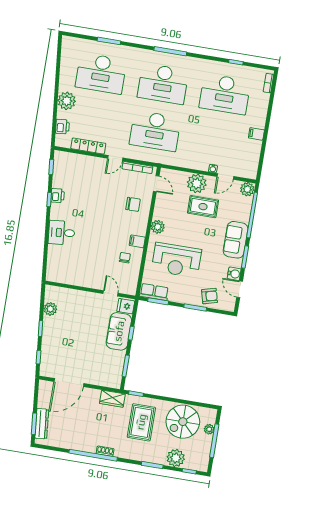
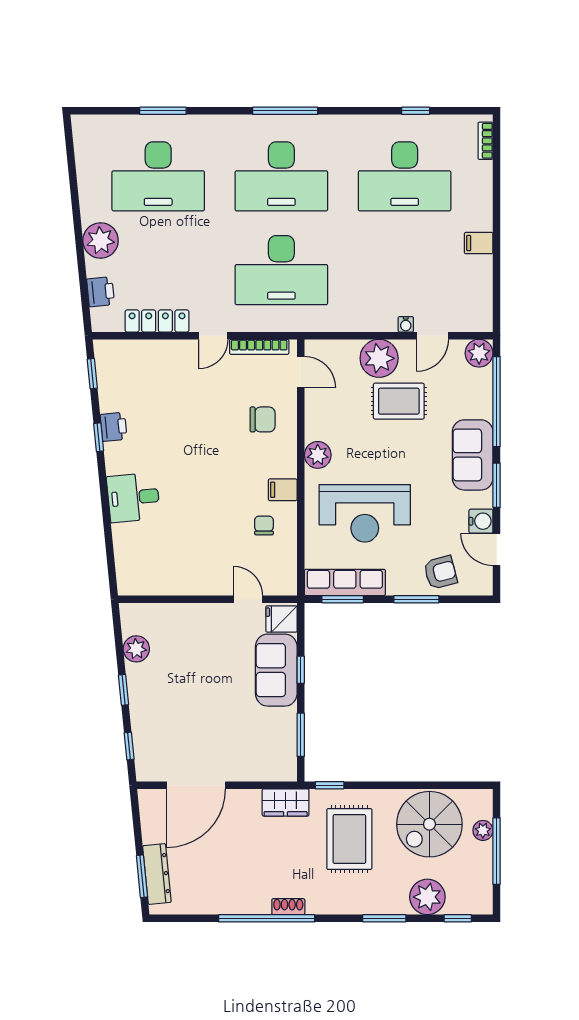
row of seats: (154, 292) -> (345, 582), width x1.48

